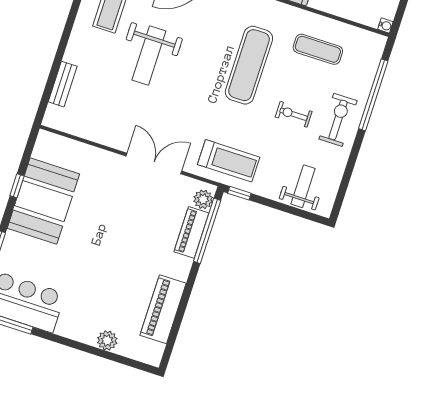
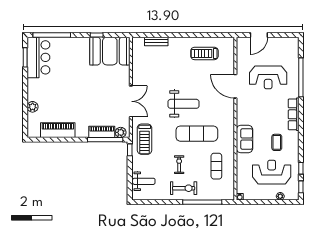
weight bench: (149, 56) -> (184, 104), moved, turned 180
booth: (43, 201) -> (110, 51), moved

